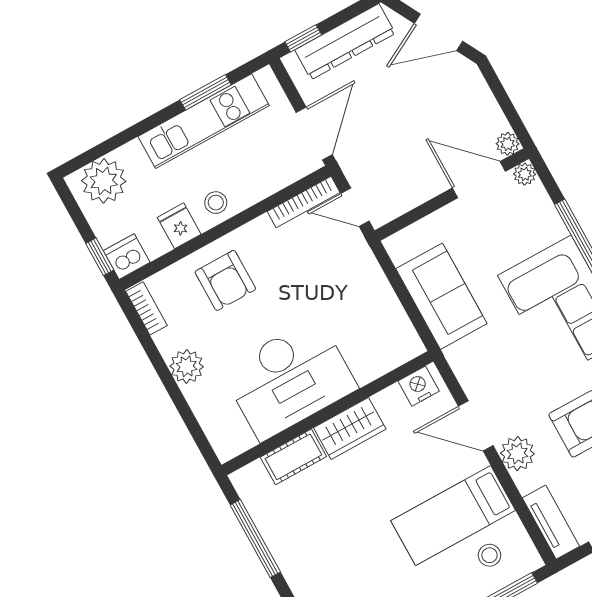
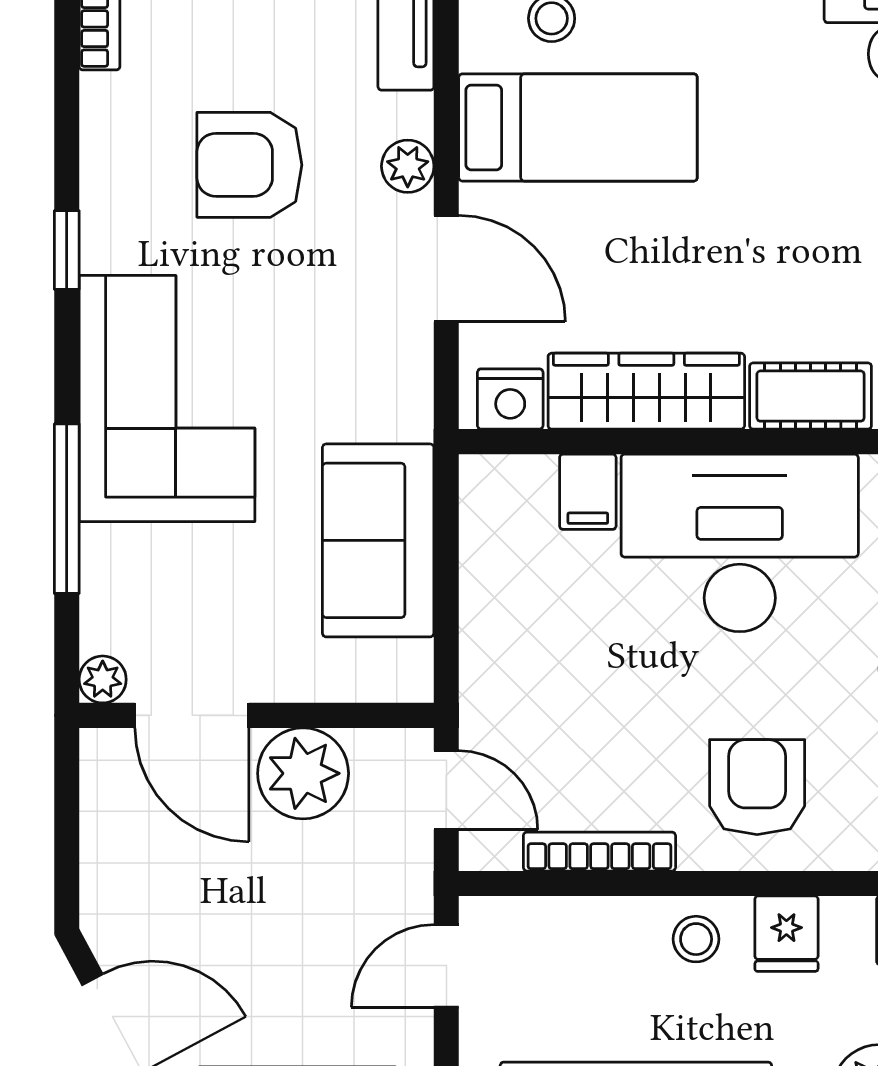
door: (314, 133) -> (446, 966), width x0.73
plant: (508, 144) -> (303, 773), moved, width x1.87, depth x1.87
bookcase: (304, 202) -> (599, 852), moved
filing cabinet: (365, 365) -> (588, 492), added
wardrobe: (350, 428) -> (646, 391), width x1.50
plant: (517, 454) -> (408, 166), width x0.73, depth x0.73

